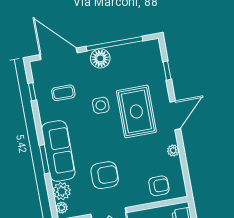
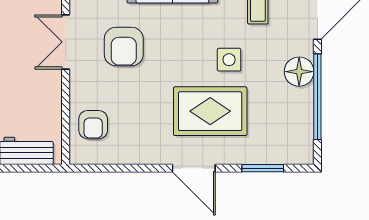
window: (167, 71) -> (263, 168), width x1.50
plant: (173, 150) -> (142, 156), removed

